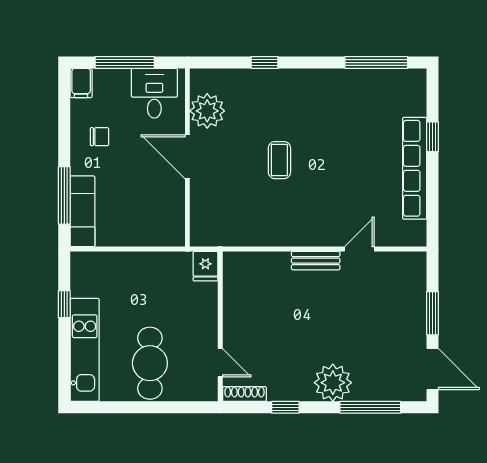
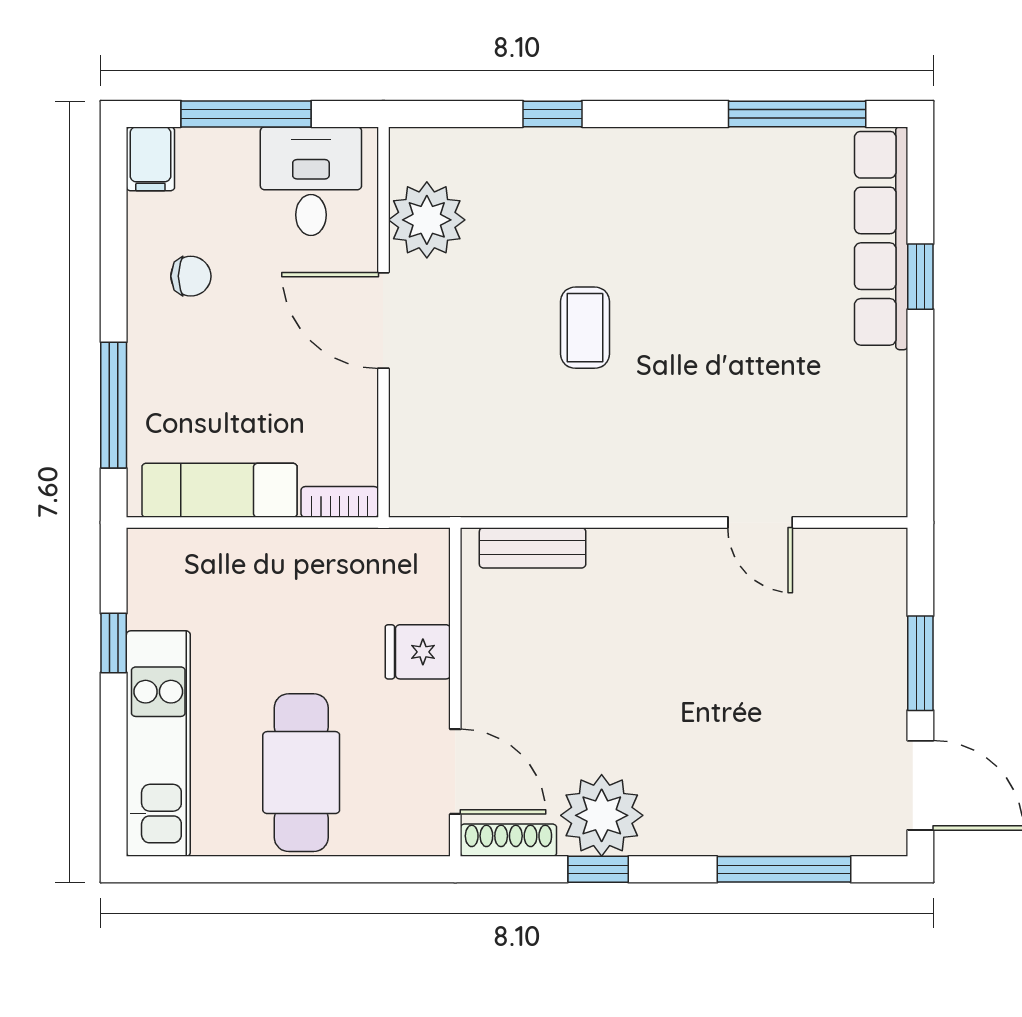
row of seats: (415, 168) -> (881, 238), moved
exam couch: (83, 211) -> (219, 490), moved, turned -90
bookcase: (167, 240) -> (340, 502), added
door: (359, 249) -> (760, 522), swing flipped
bench: (316, 261) -> (533, 548), moved
fridge: (205, 266) -> (418, 652), moved, turned 90
door: (220, 363) -> (455, 772), width x1.38
plant: (333, 383) -> (602, 815), moved

